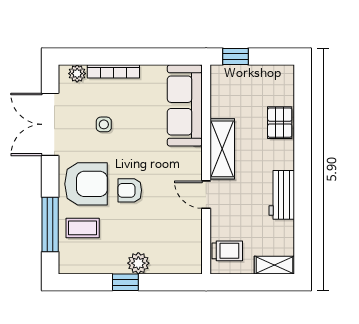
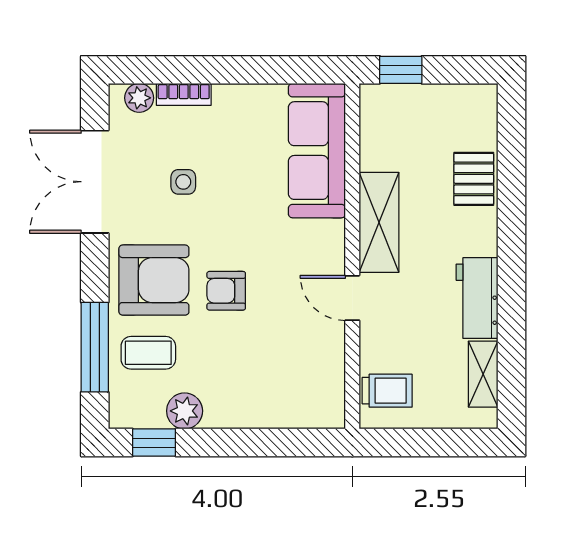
bookcase: (113, 71) -> (184, 94), width x0.64
plant: (138, 263) -> (185, 411), moved
shelving: (274, 265) -> (483, 374), moved, turned 90
window: (125, 282) -> (154, 443), moved

